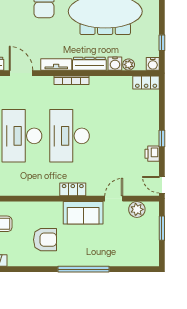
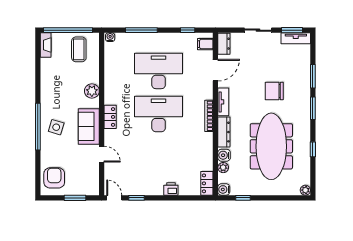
window: (162, 138) -> (136, 198), moved
printer: (152, 154) -> (171, 189), moved
door: (162, 185) -> (114, 198), hinge flipped
plant: (137, 209) -> (92, 91), moved
armchair: (45, 240) -> (54, 178), moved, turned 180
side table: (84, 249) -> (56, 127), added

